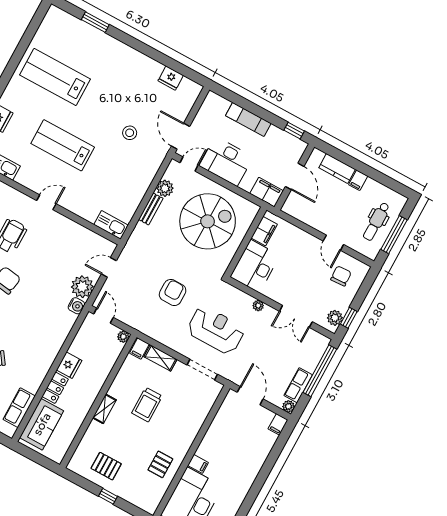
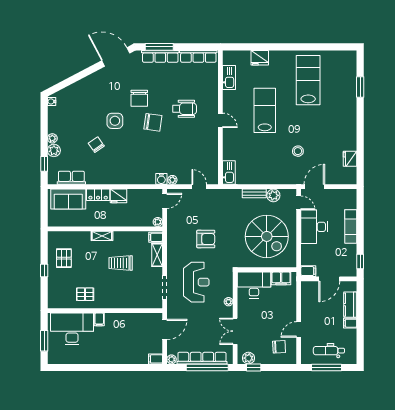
filing cabinet: (267, 192) -> (308, 271), width x0.50
plant: (82, 287) -> (172, 180), width x0.53, depth x0.53
row of seats: (298, 385) -> (202, 358), width x2.02

